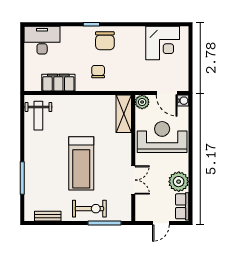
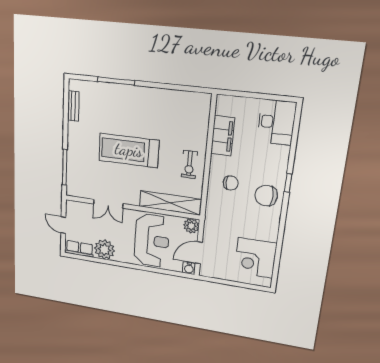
shelving: (124, 114) -> (170, 203), width x1.47
weight bench: (38, 116) -> (186, 108), removed
exercise bike: (89, 209) -> (189, 164), moved, width x0.73, depth x0.72

